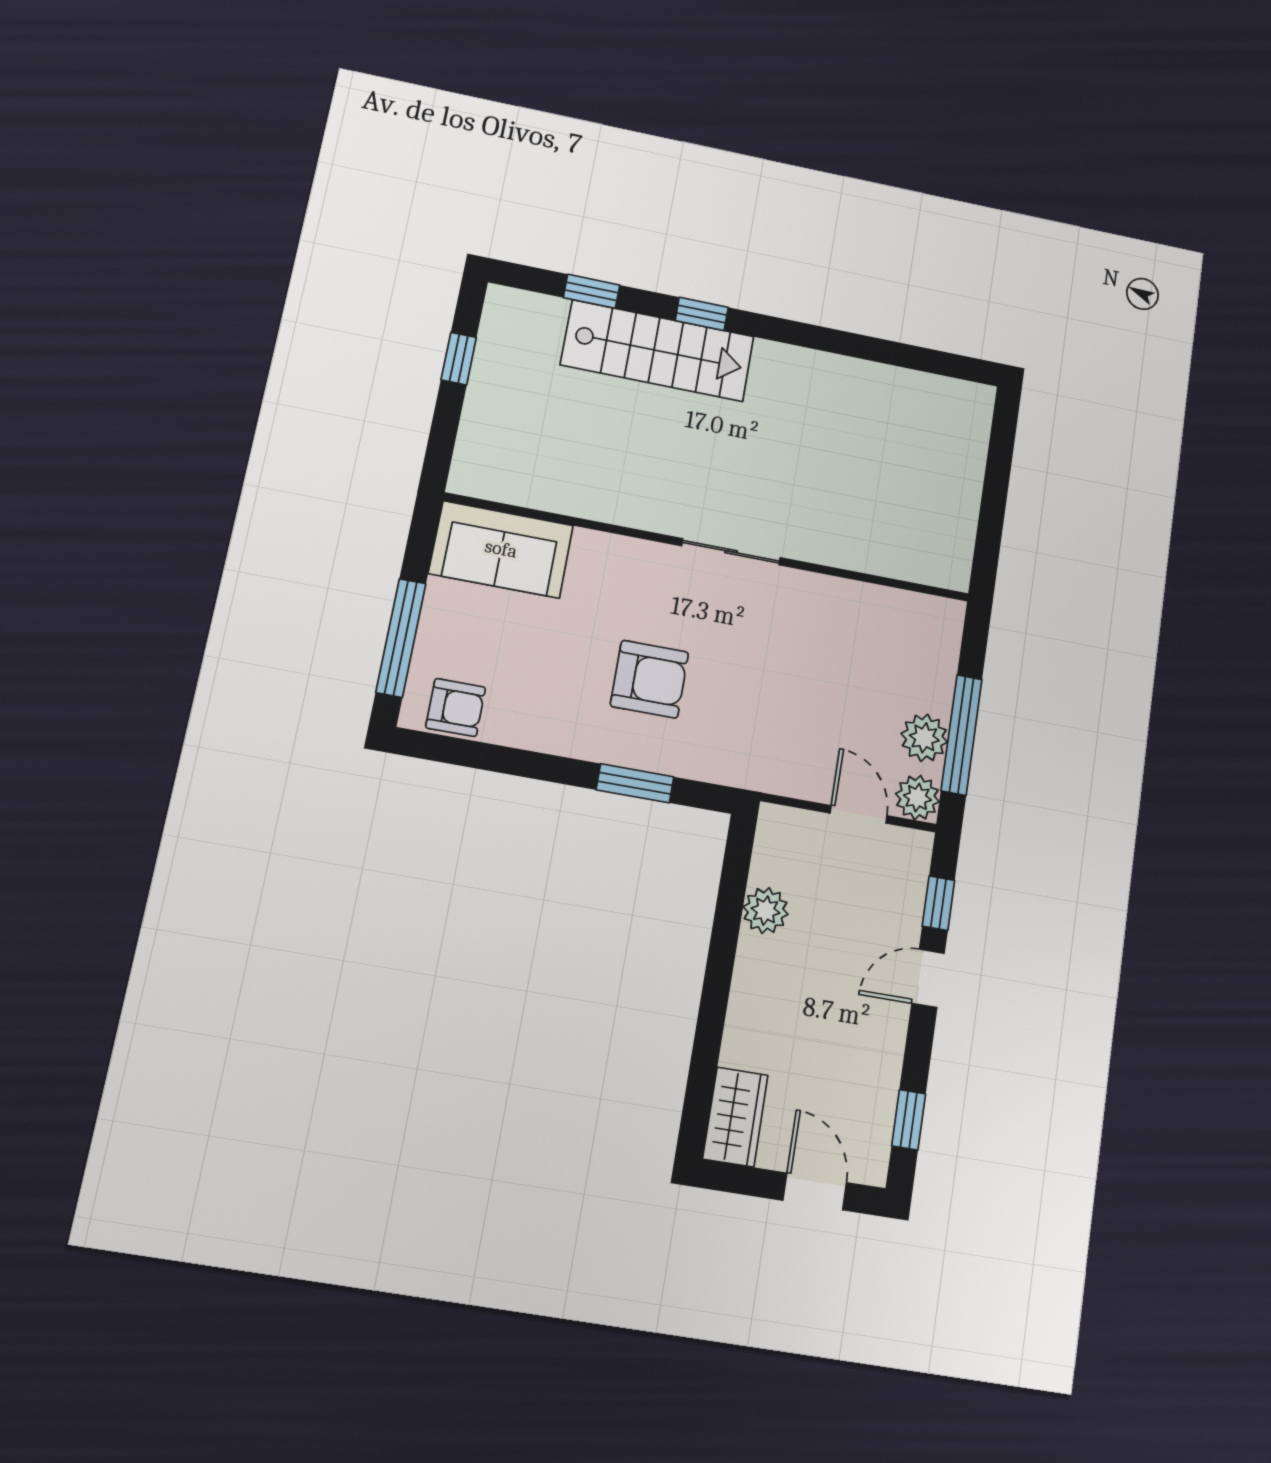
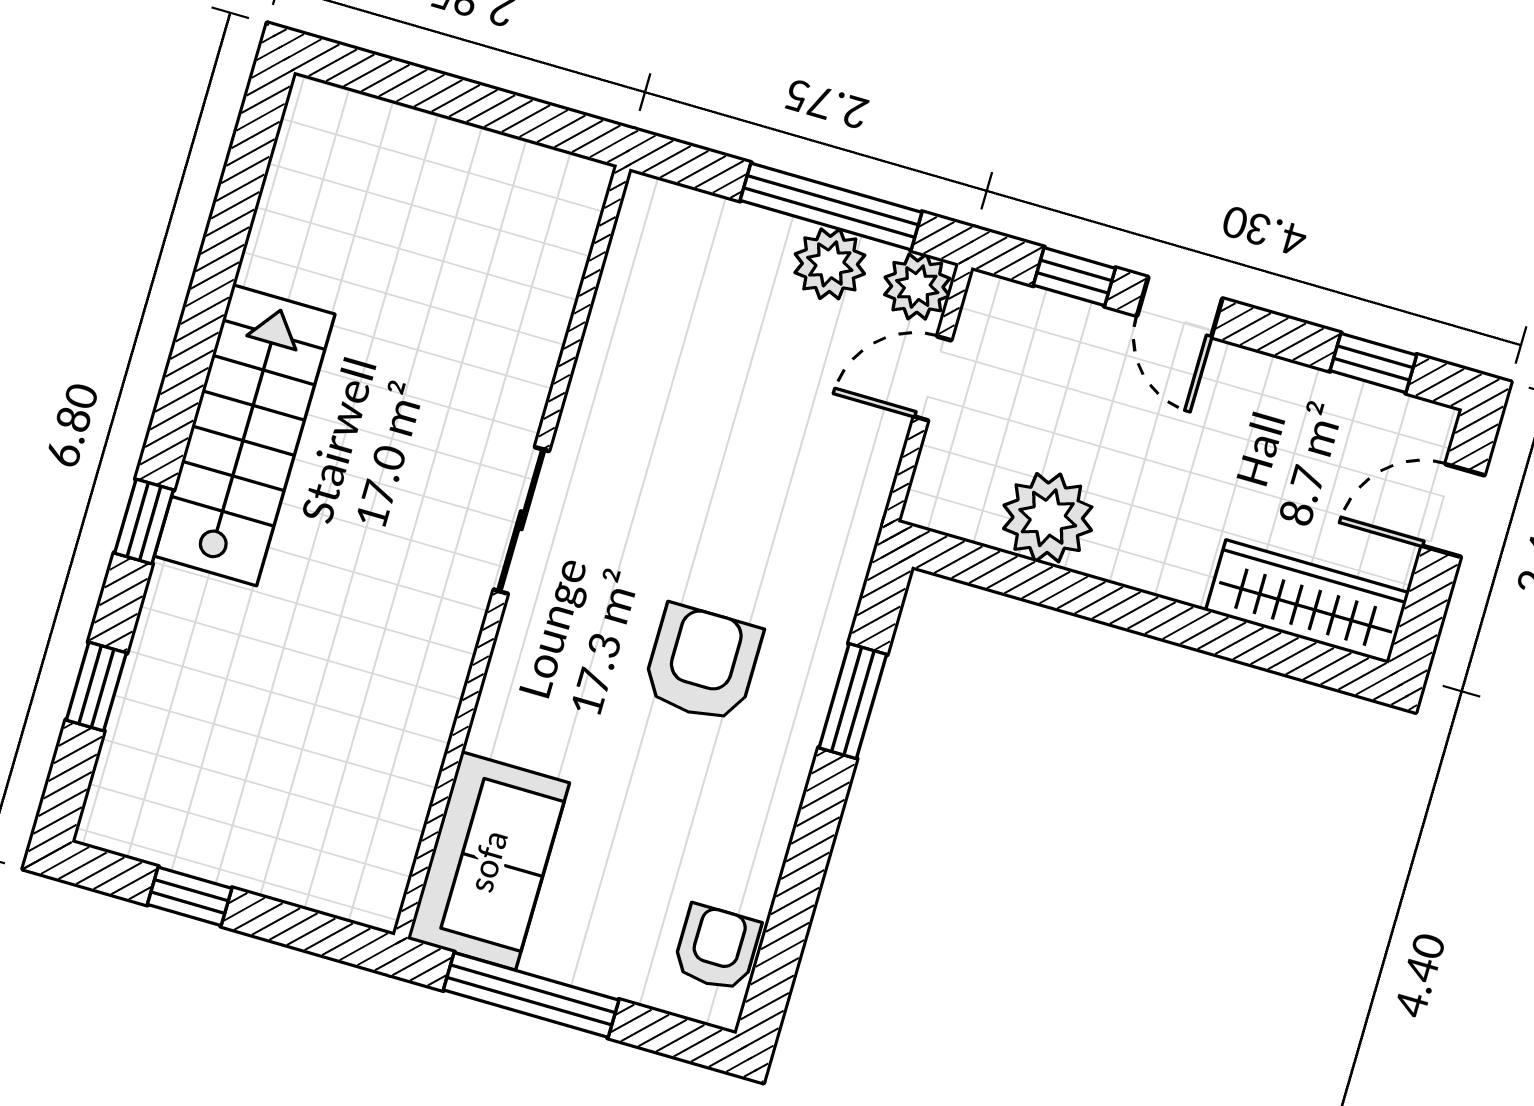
stairs: (658, 351) -> (245, 435), moved
window: (401, 638) -> (531, 995), moved
plant: (766, 911) -> (1048, 518), width x1.36, depth x1.36
wardrobe: (735, 1117) -> (1307, 602), width x1.50

